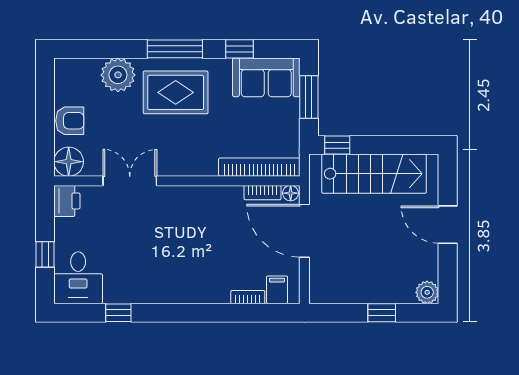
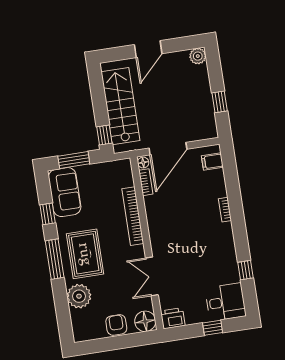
bookcase: (259, 167) -> (133, 216), moved
bookcase: (248, 297) -> (225, 210), moved
window: (382, 313) -> (220, 102), moved

